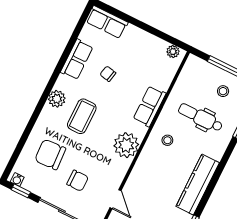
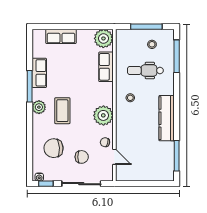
row of seats: (107, 22) -> (61, 36), moved
plant: (173, 52) -> (103, 38), width x1.87, depth x1.87
window: (58, 69) -> (30, 86), added
chair: (108, 74) -> (105, 142), moved
row of seats: (150, 106) -> (106, 67), moved

